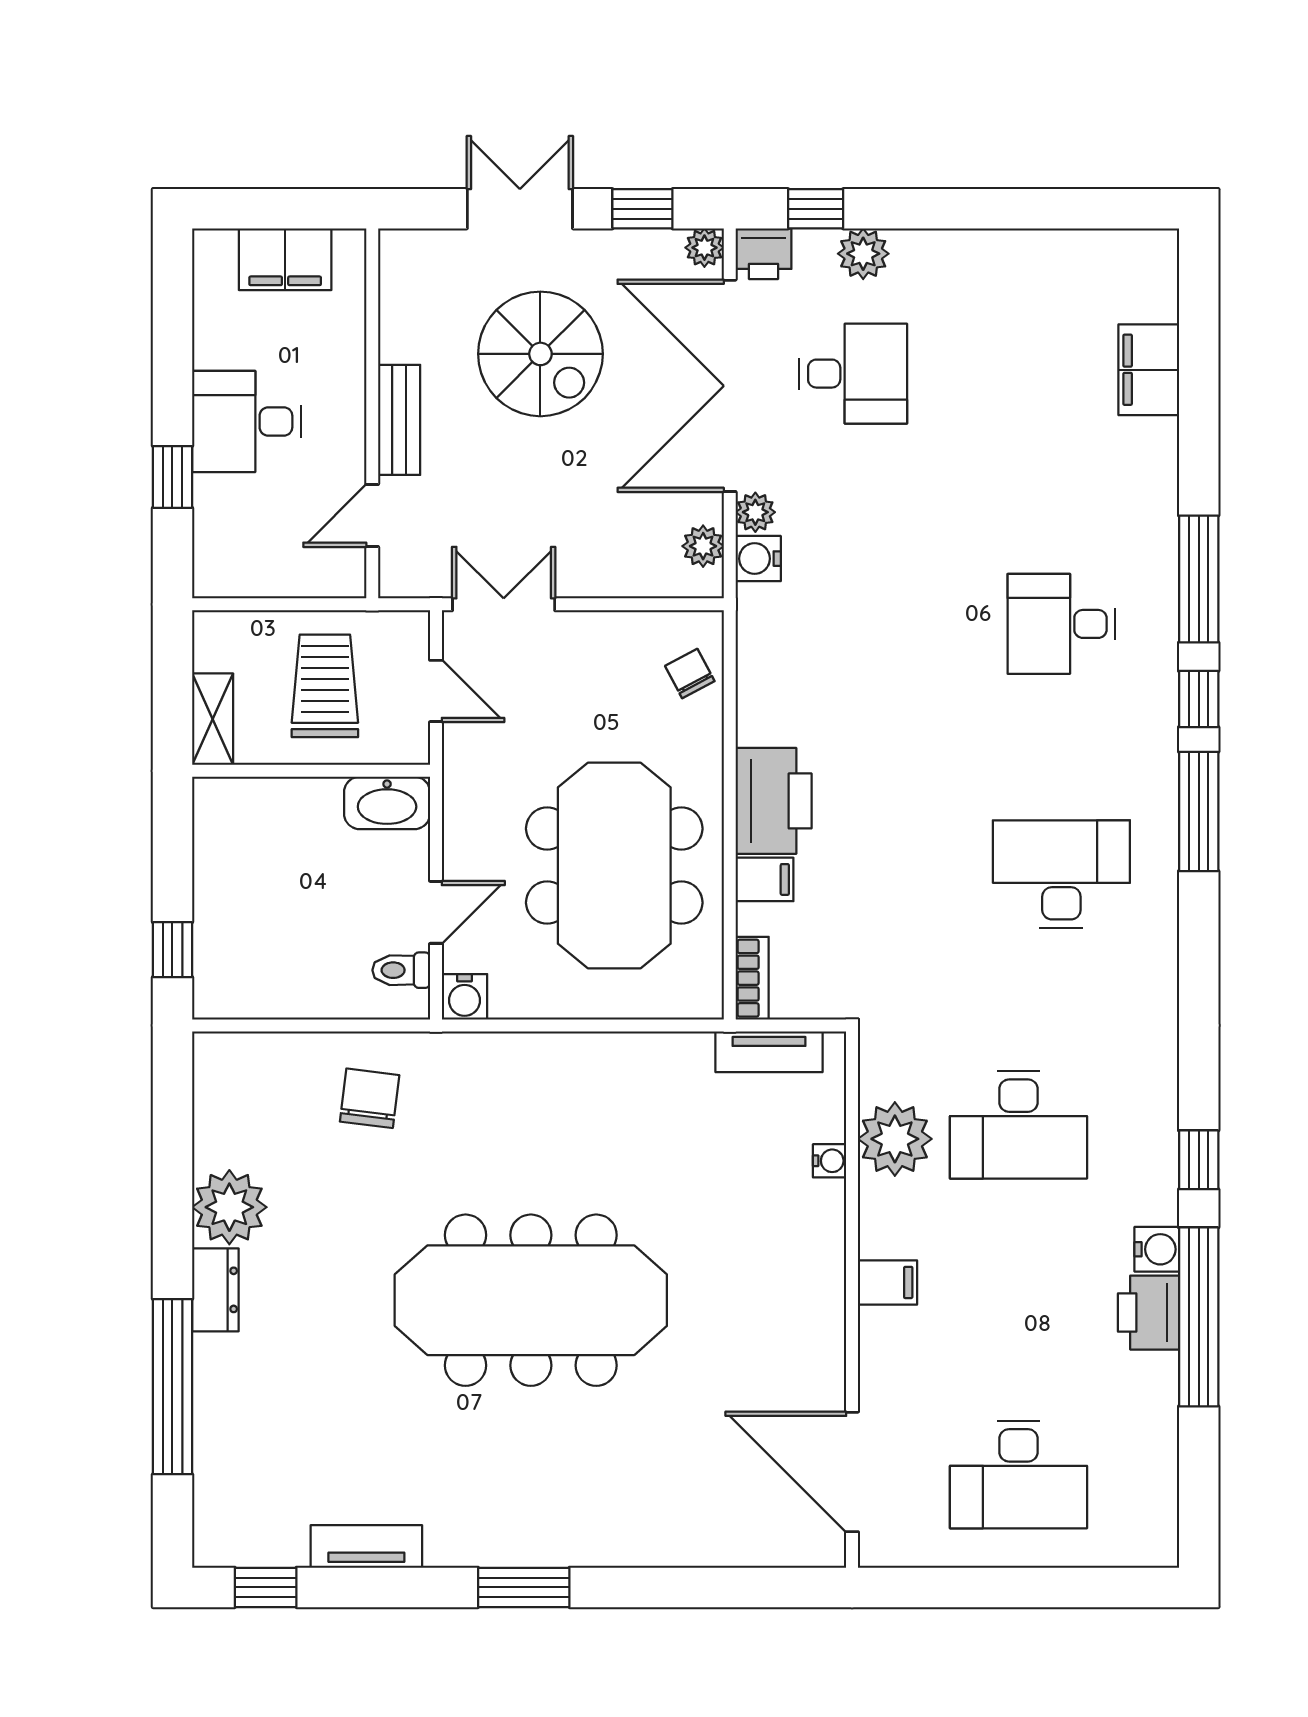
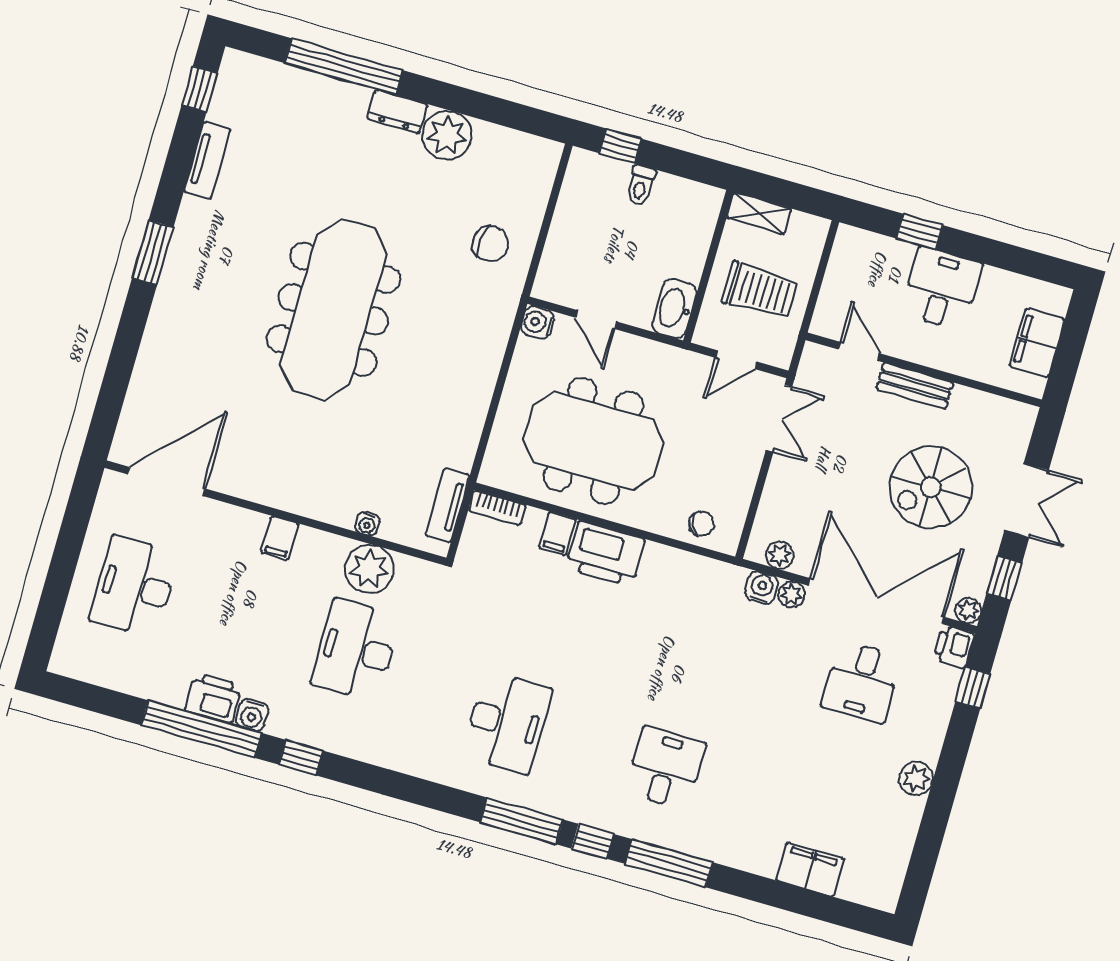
plant: (863, 254) -> (916, 779), moved
toilet: (401, 970) -> (641, 185), moved, turned 180

